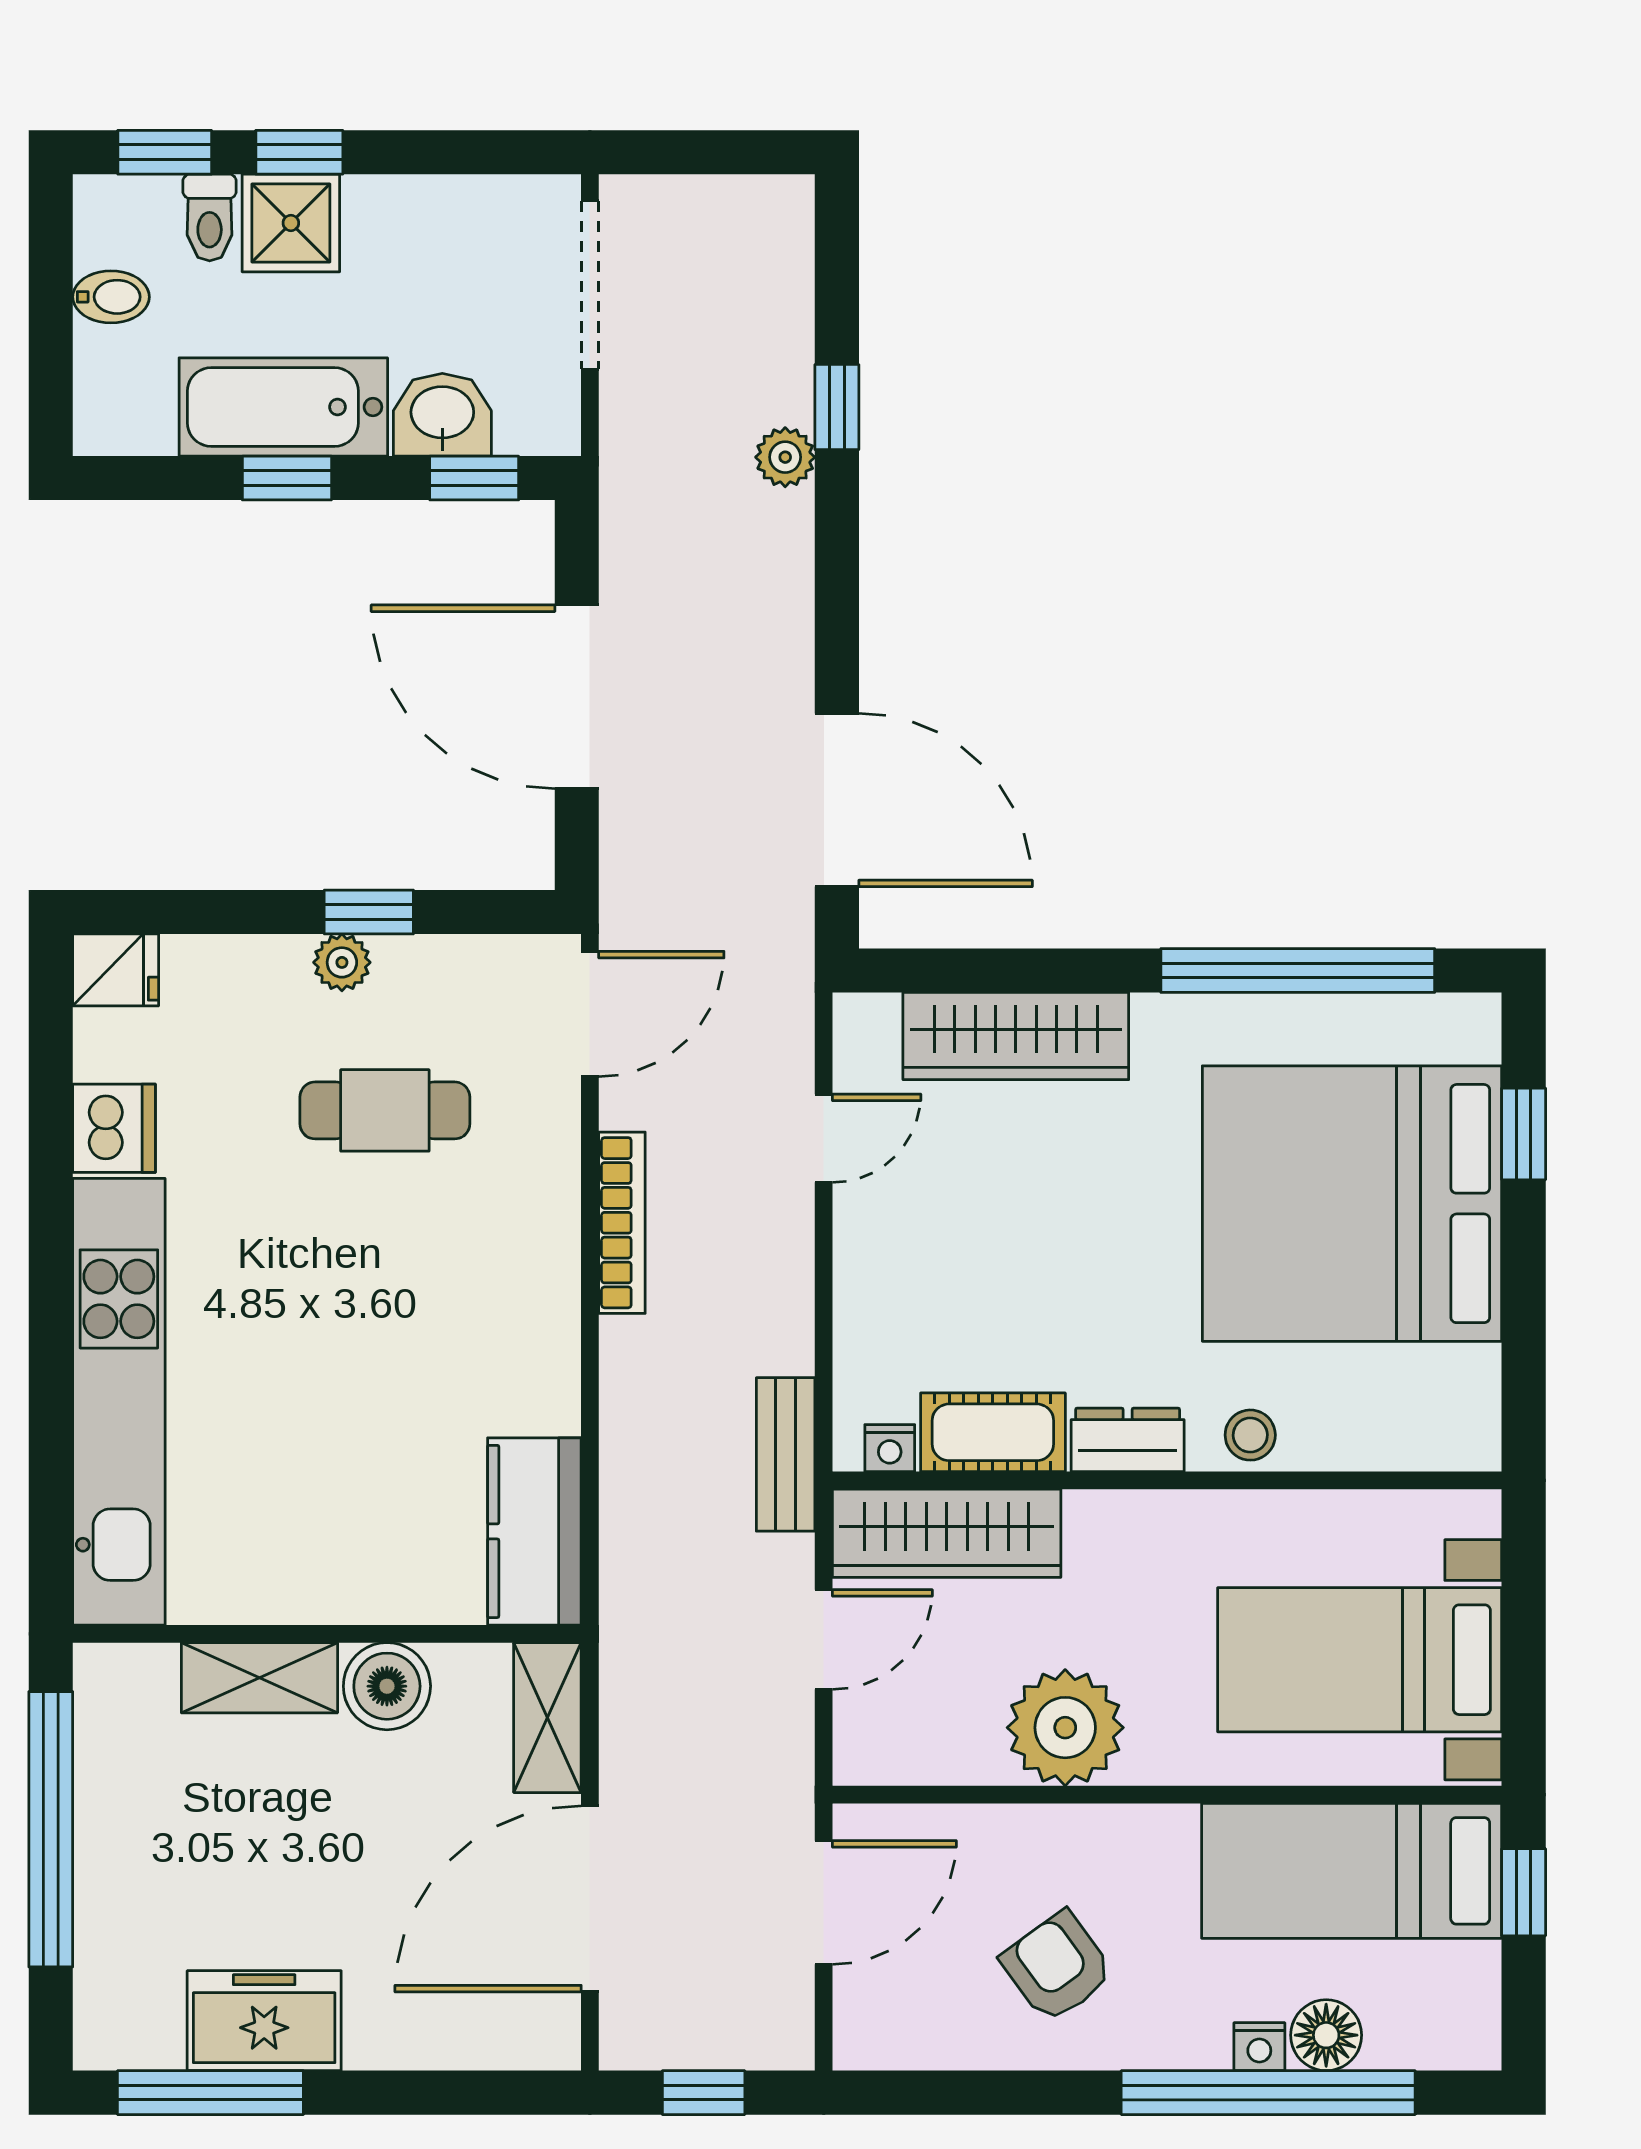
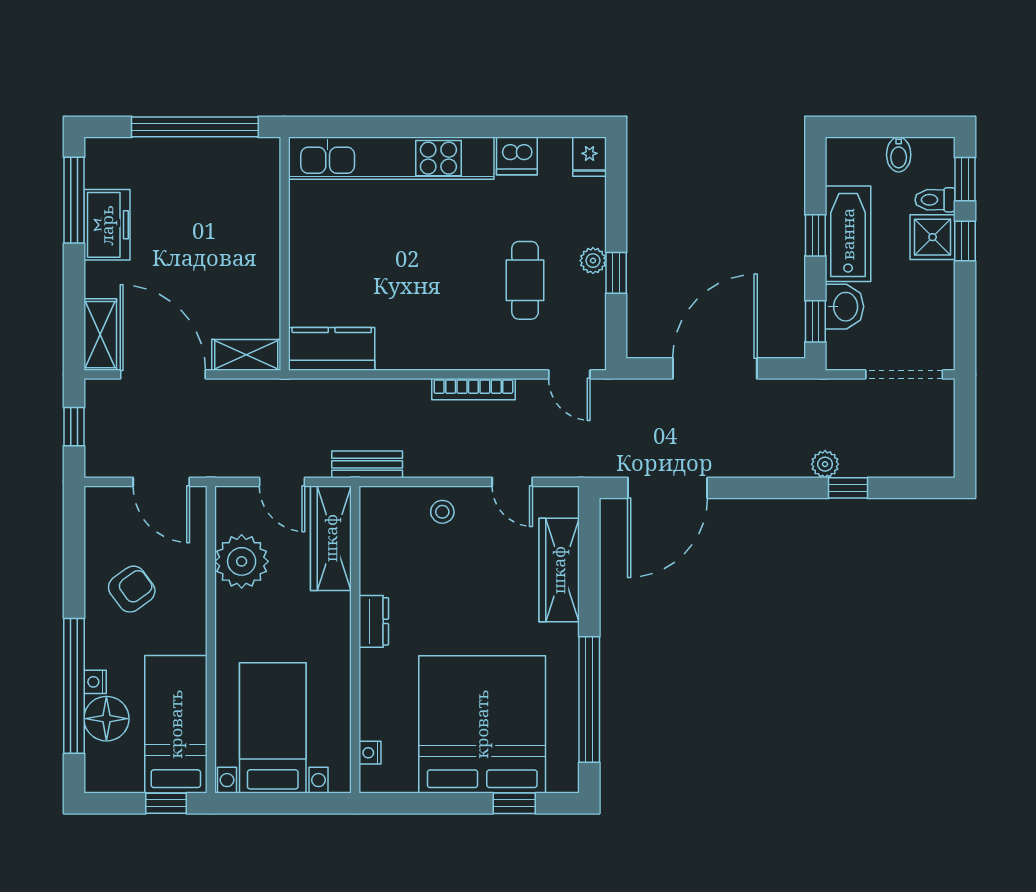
door: (590, 1014) -> (569, 374), width x0.73
cot: (993, 1432) -> (377, 560), removed
stool: (1250, 1435) -> (442, 512), moved
nightstand: (890, 1448) -> (370, 753), moved
shelving: (259, 1678) -> (100, 335), moved
boiler: (387, 1686) -> (261, 281), removed
plant: (1065, 1728) -> (242, 561), moved
floor lamp: (1326, 2035) -> (106, 719), width x1.38, depth x1.38

